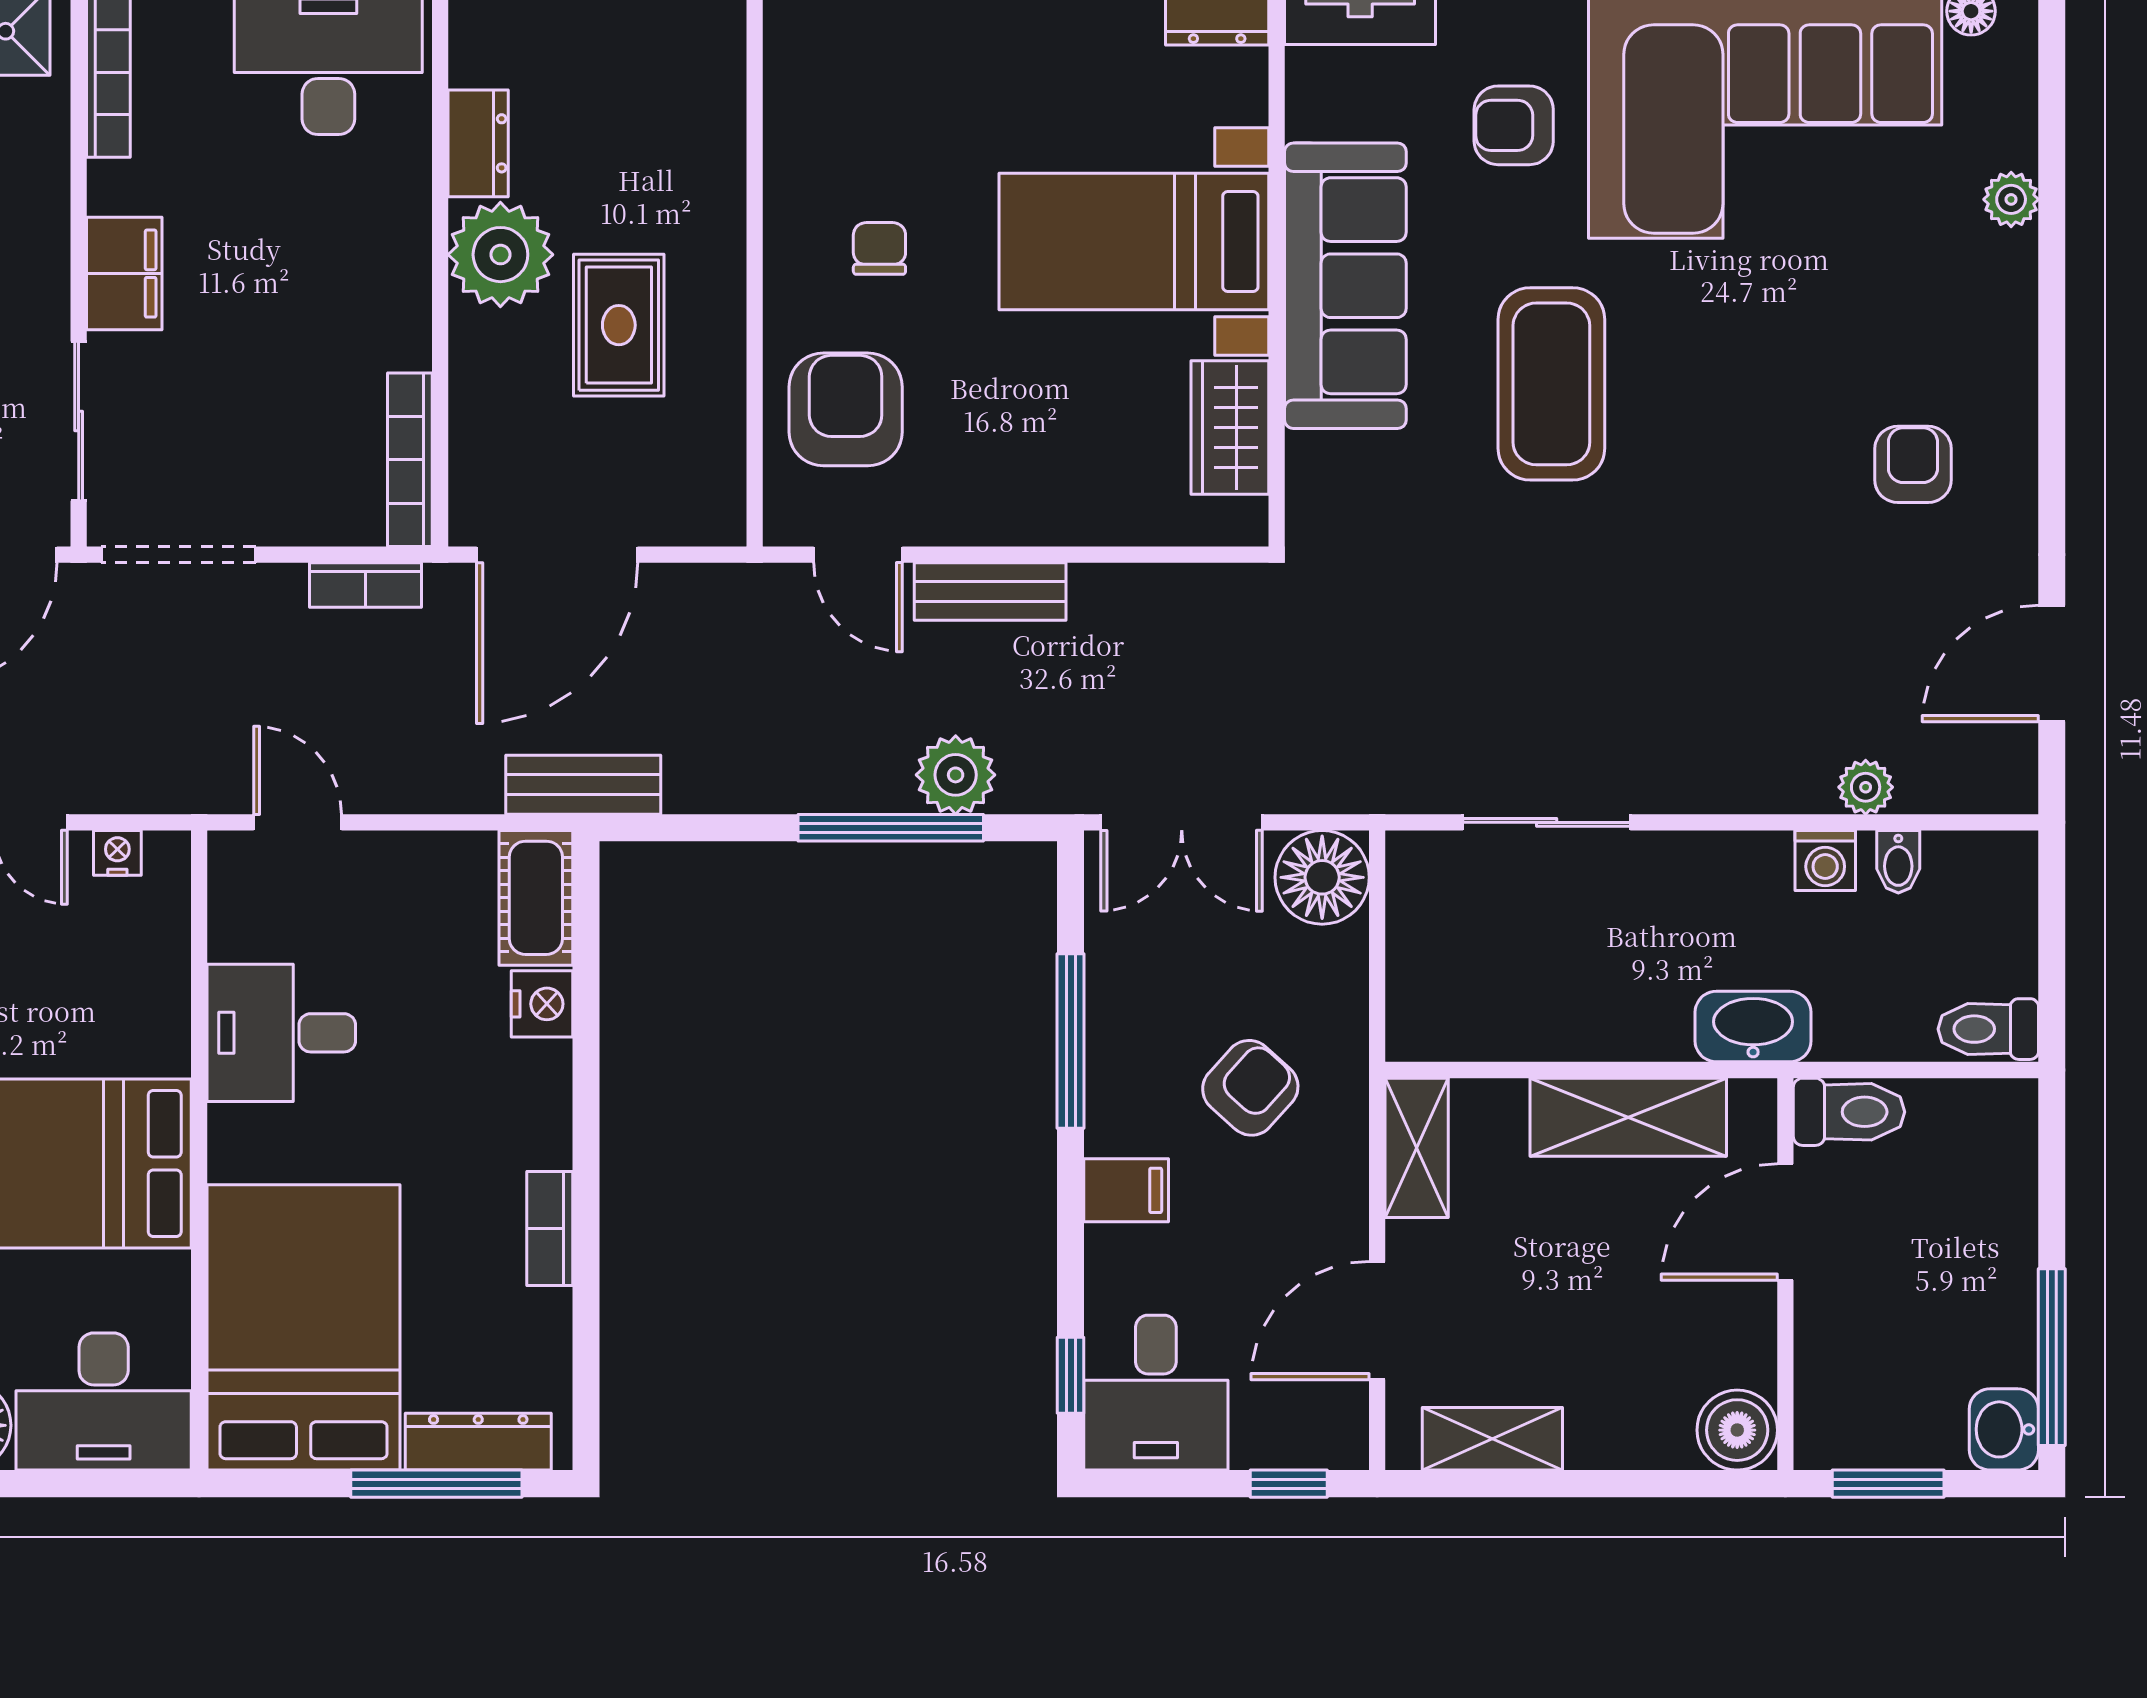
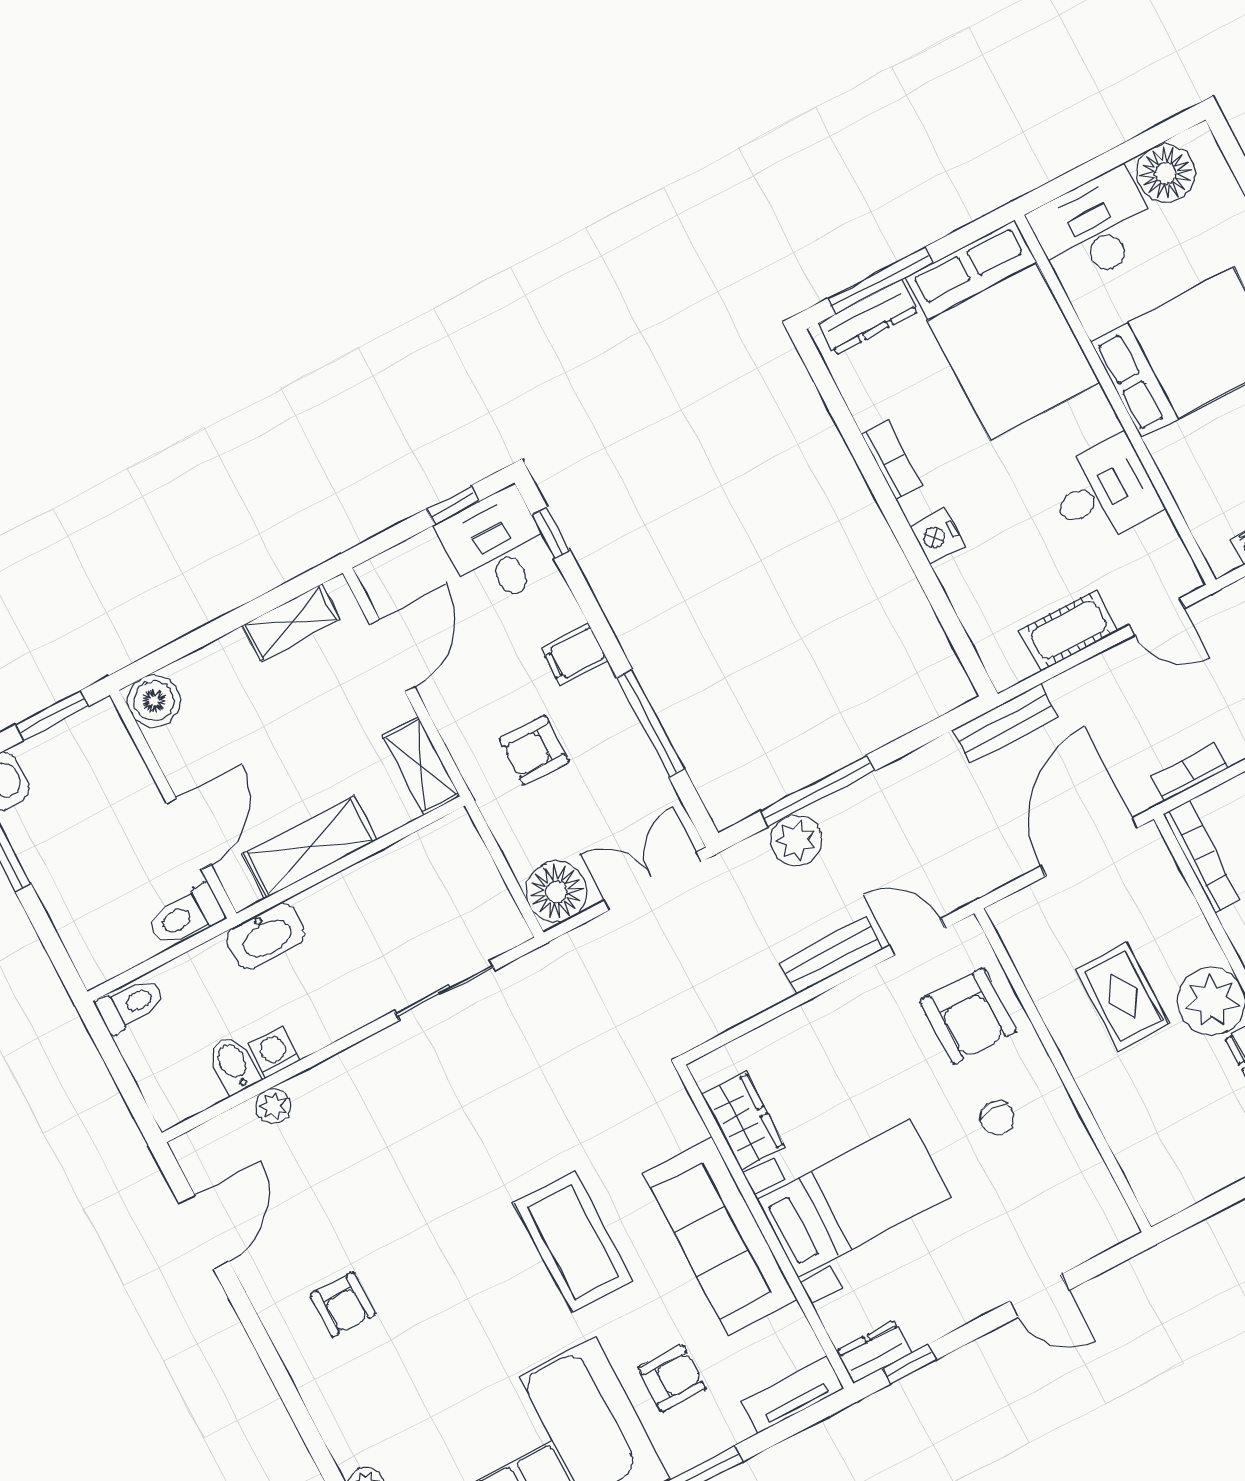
bidet: (1898, 862) -> (234, 1064), width x1.38, depth x1.36
cot: (536, 898) -> (1069, 630), moved, turned 90
nightstand: (542, 1004) -> (937, 536), moved
armchair: (1250, 1088) -> (534, 750), turned 48
window: (1289, 1484) -> (453, 505), moved

